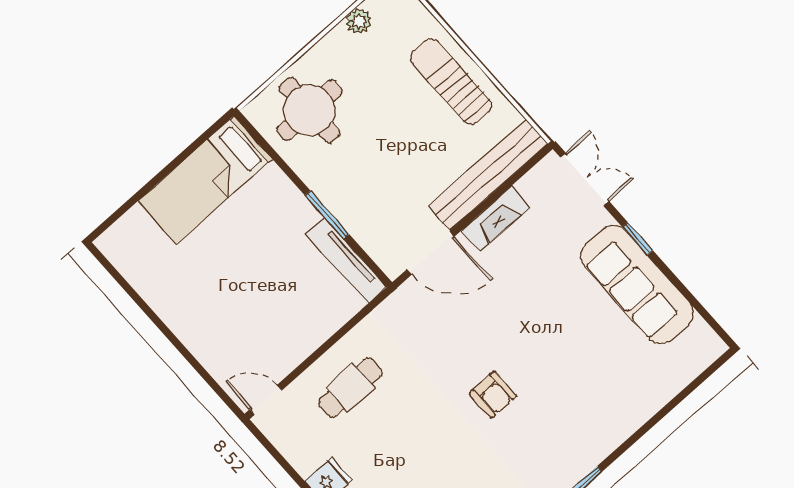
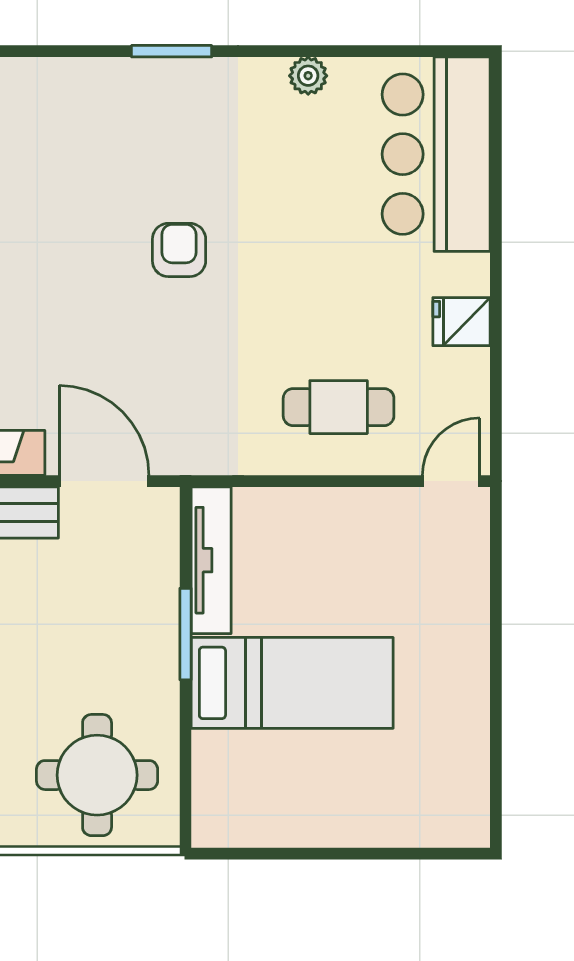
bed: (205, 180) -> (292, 683), moved
door: (266, 400) -> (451, 481), swing flipped

